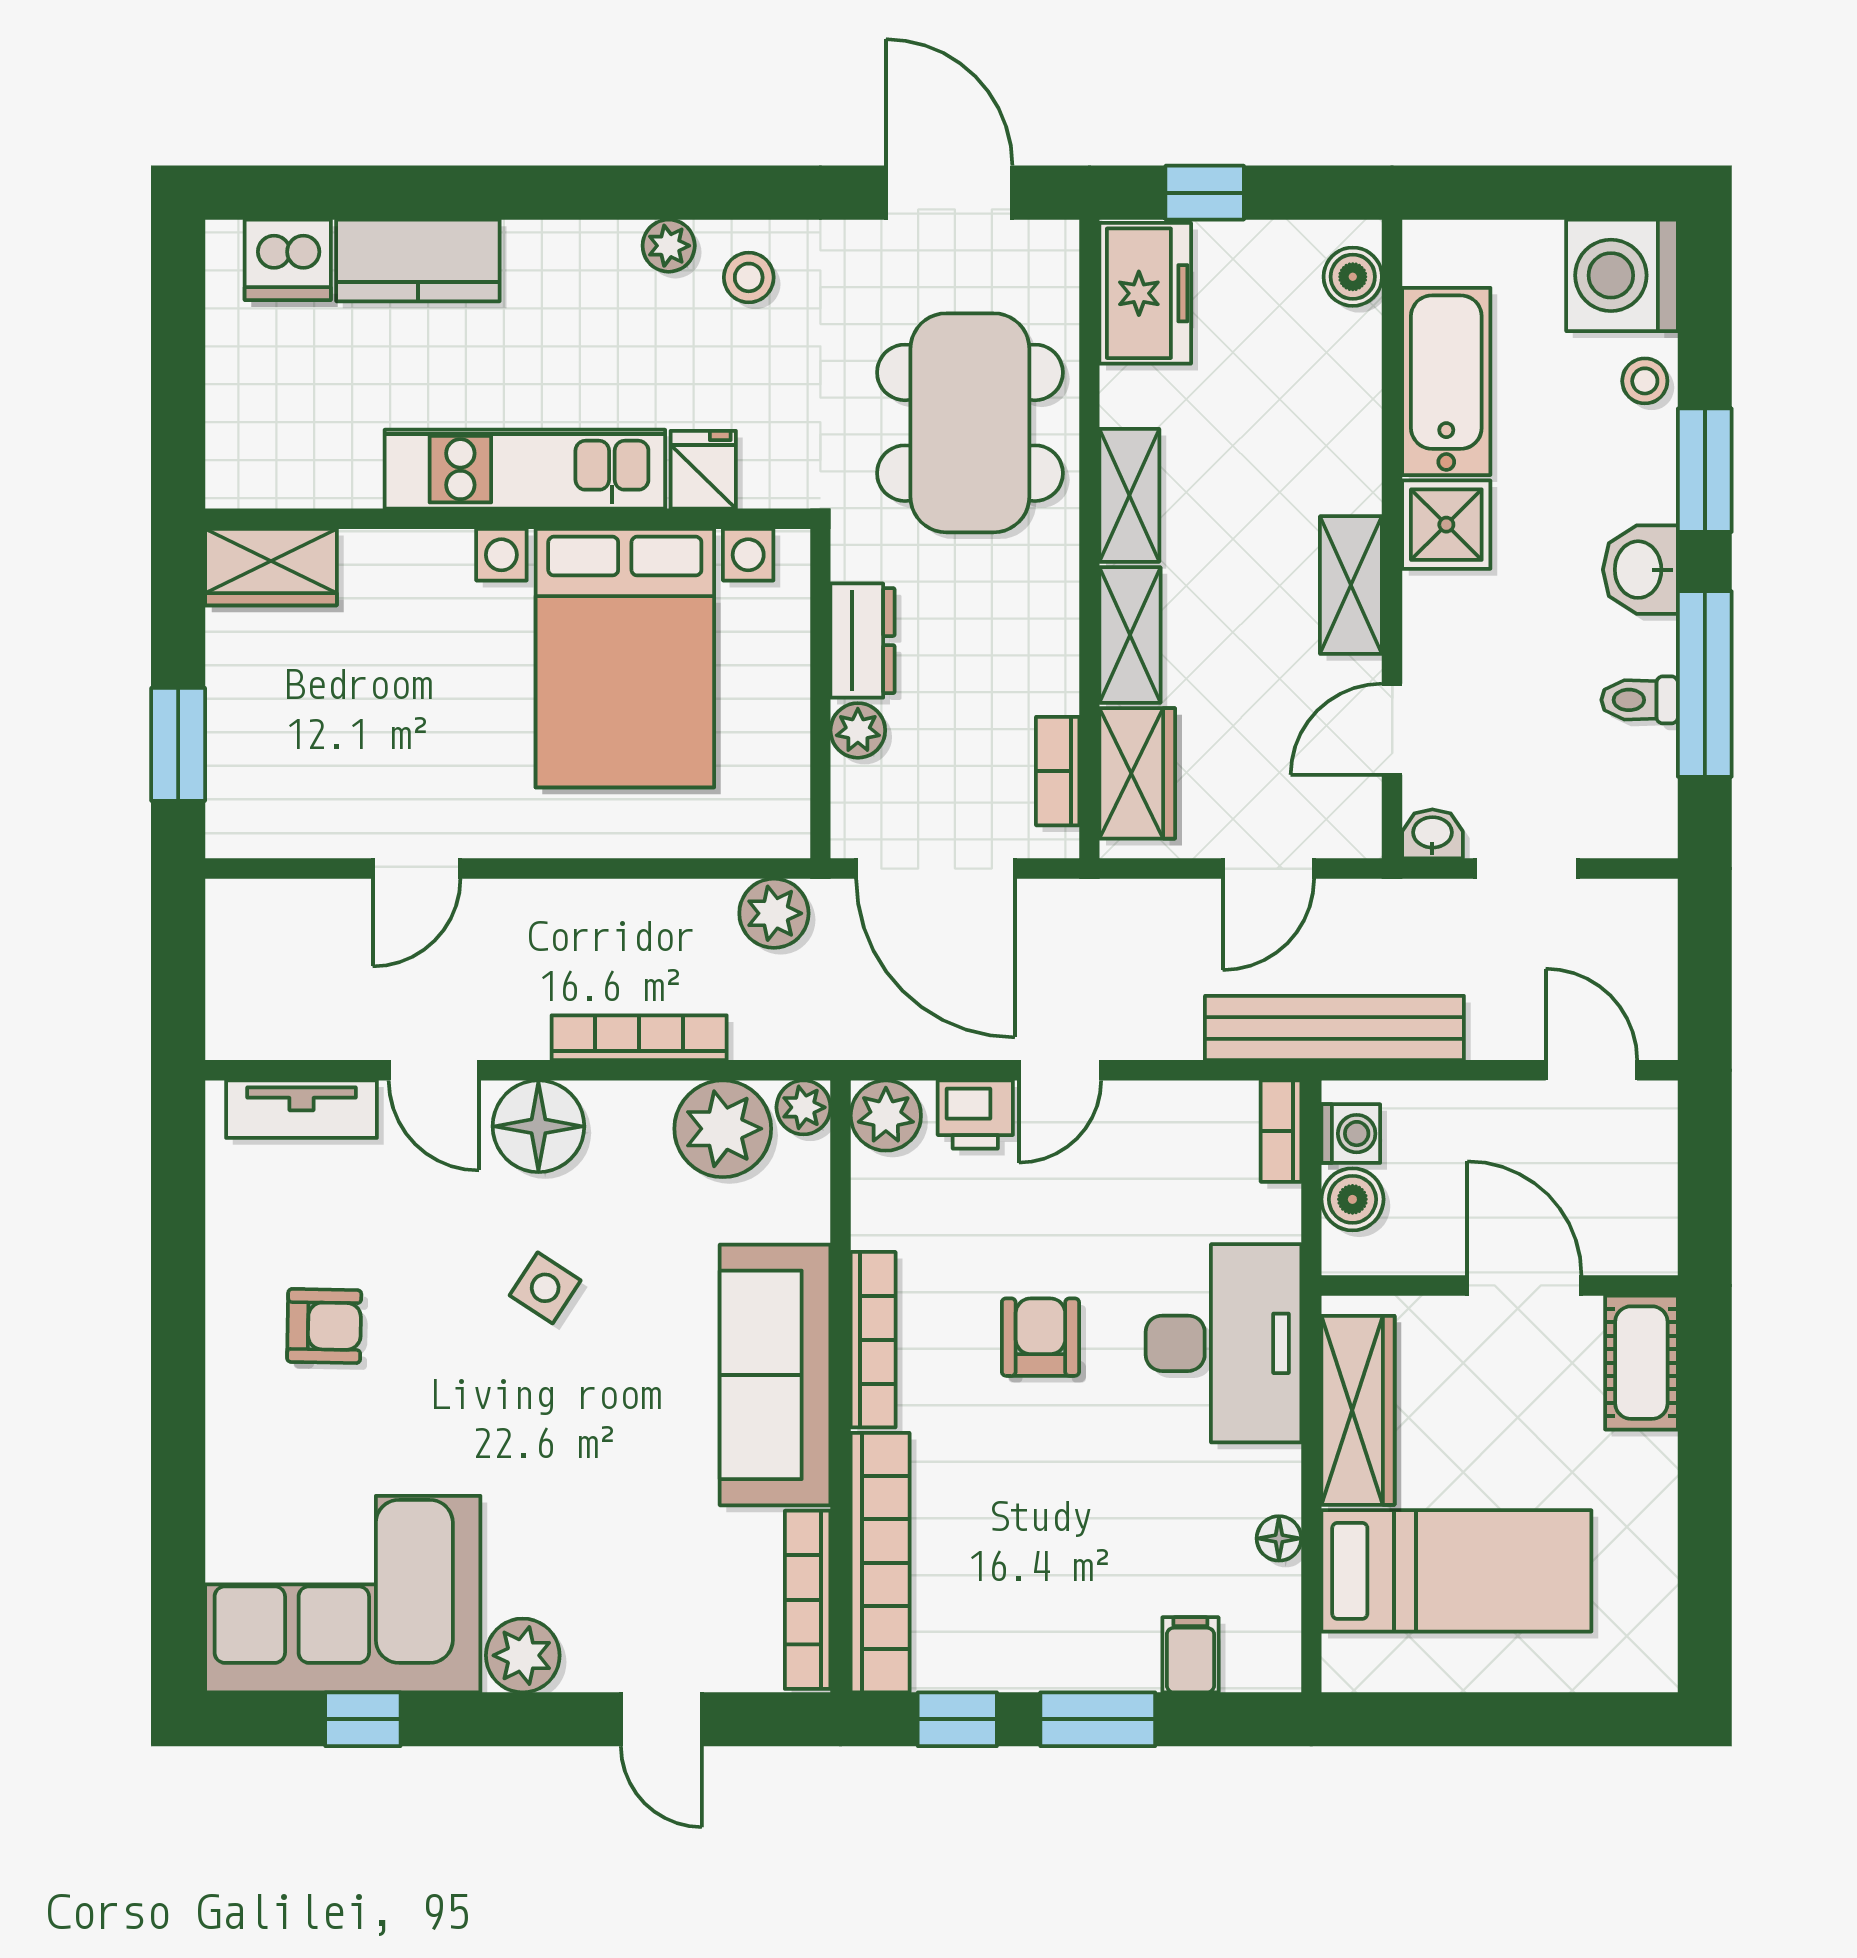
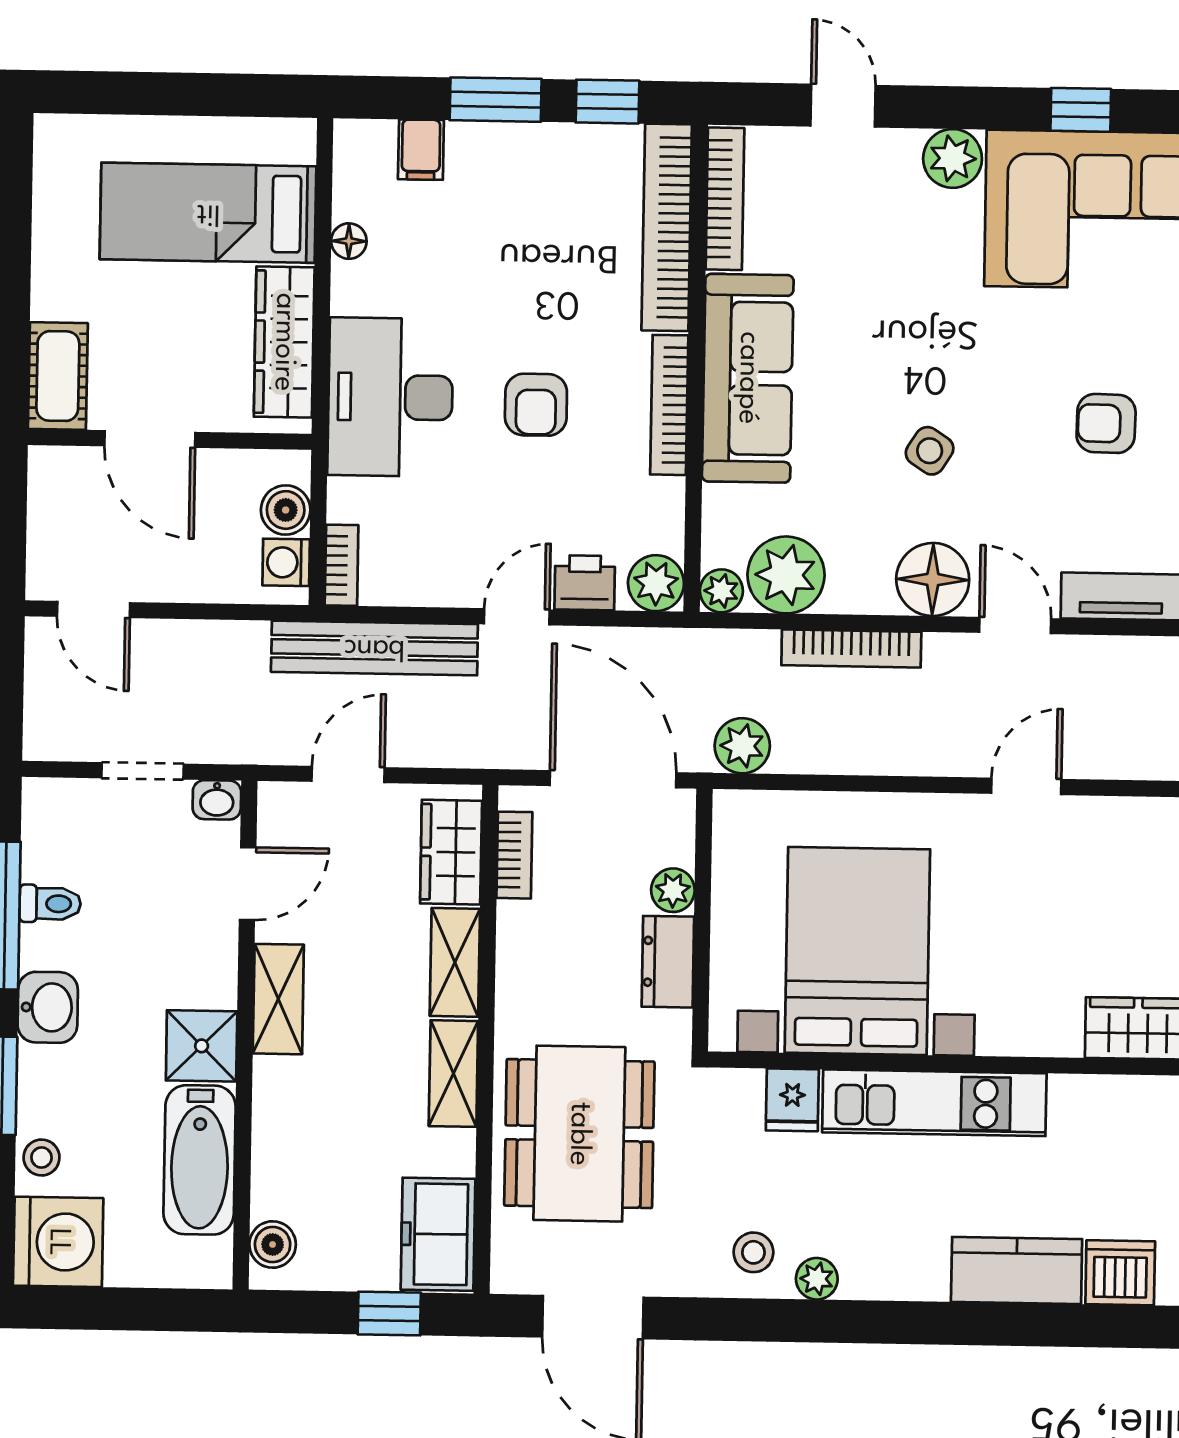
bench: (1334, 1028) -> (374, 648), moved

